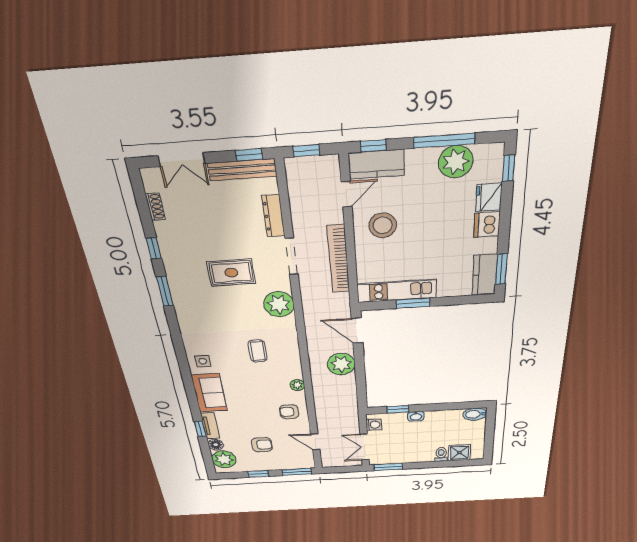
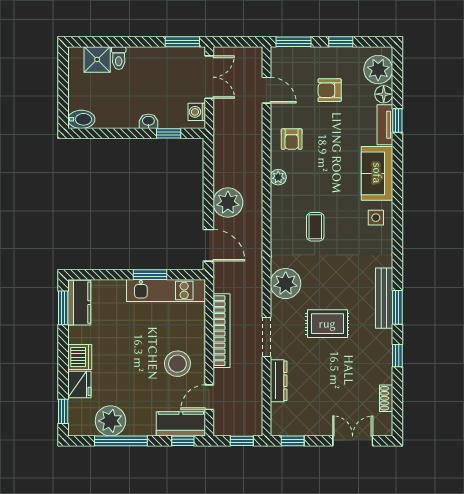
bench: (242, 170) -> (384, 298), moved, turned 90
armchair: (289, 412) -> (292, 139), turned 90

